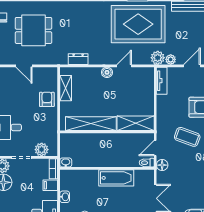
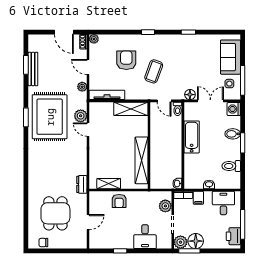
plant: (158, 58) -> (81, 116), moved
dresser: (78, 59) -> (82, 184), moved
boiler: (107, 72) -> (94, 145), removed
tv unit: (162, 81) -> (107, 95), width x1.41
armchair: (47, 99) -> (119, 201), turned -90
shelving: (136, 123) -> (131, 109), moved, turned 90
floor lamp: (162, 165) -> (190, 95), moved

